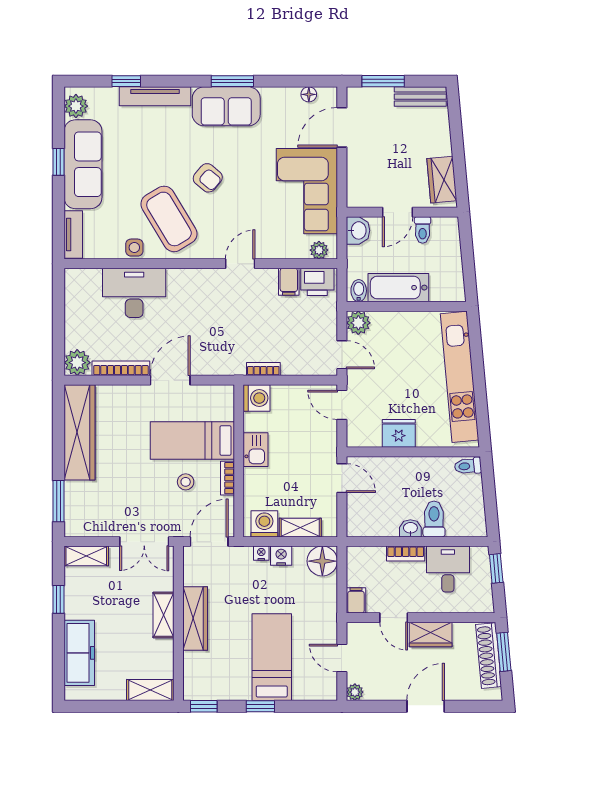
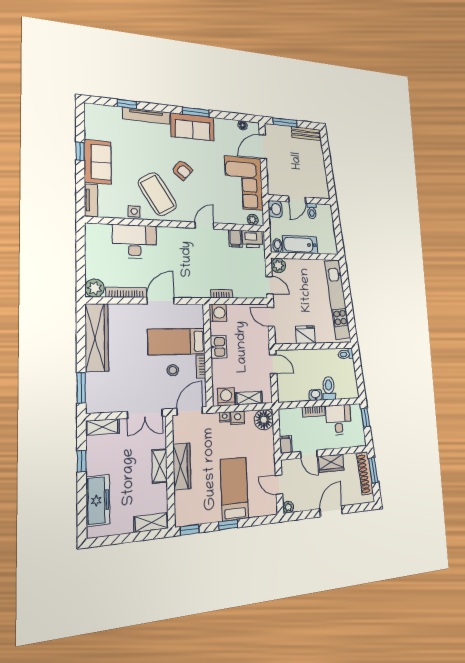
plant: (76, 106) -> (92, 116), removed
sofa: (83, 164) -> (98, 162), width x0.73
wardrobe: (442, 180) -> (321, 182), removed

